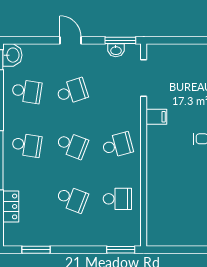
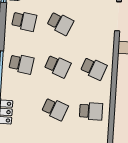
school desk: (72, 91) -> (60, 23), turned 42
school desk: (117, 145) -> (94, 68), turned 36

